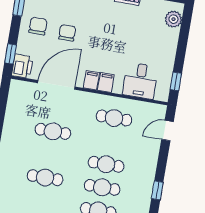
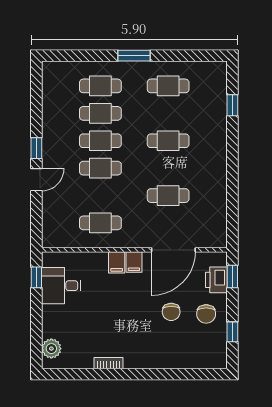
printer: (22, 66) -> (216, 280), moved
desk: (140, 81) -> (61, 286), moved, turned -90
door: (168, 131) -> (36, 180), moved

